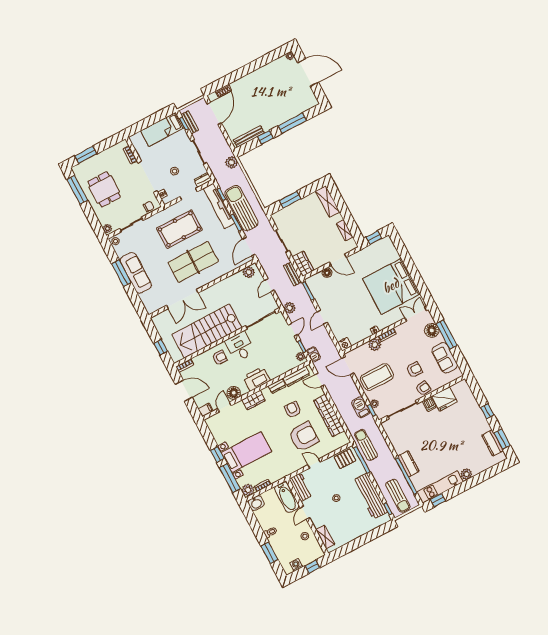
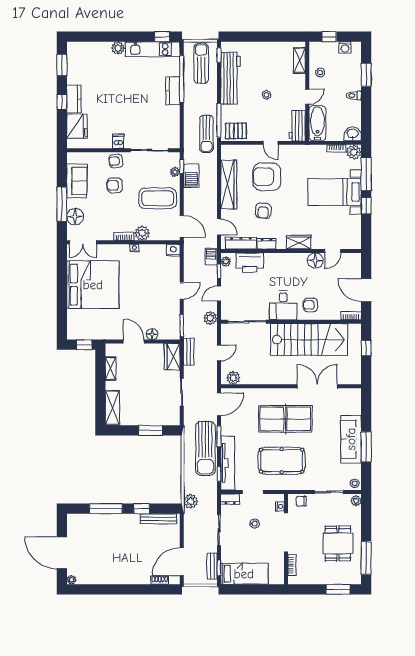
printer: (257, 379) -> (250, 263), moved
fridge: (444, 399) -> (77, 126), moved, turned 90
filing cabinet: (206, 410) -> (354, 258), removed
kitchen counter: (493, 443) -> (74, 99), moved

